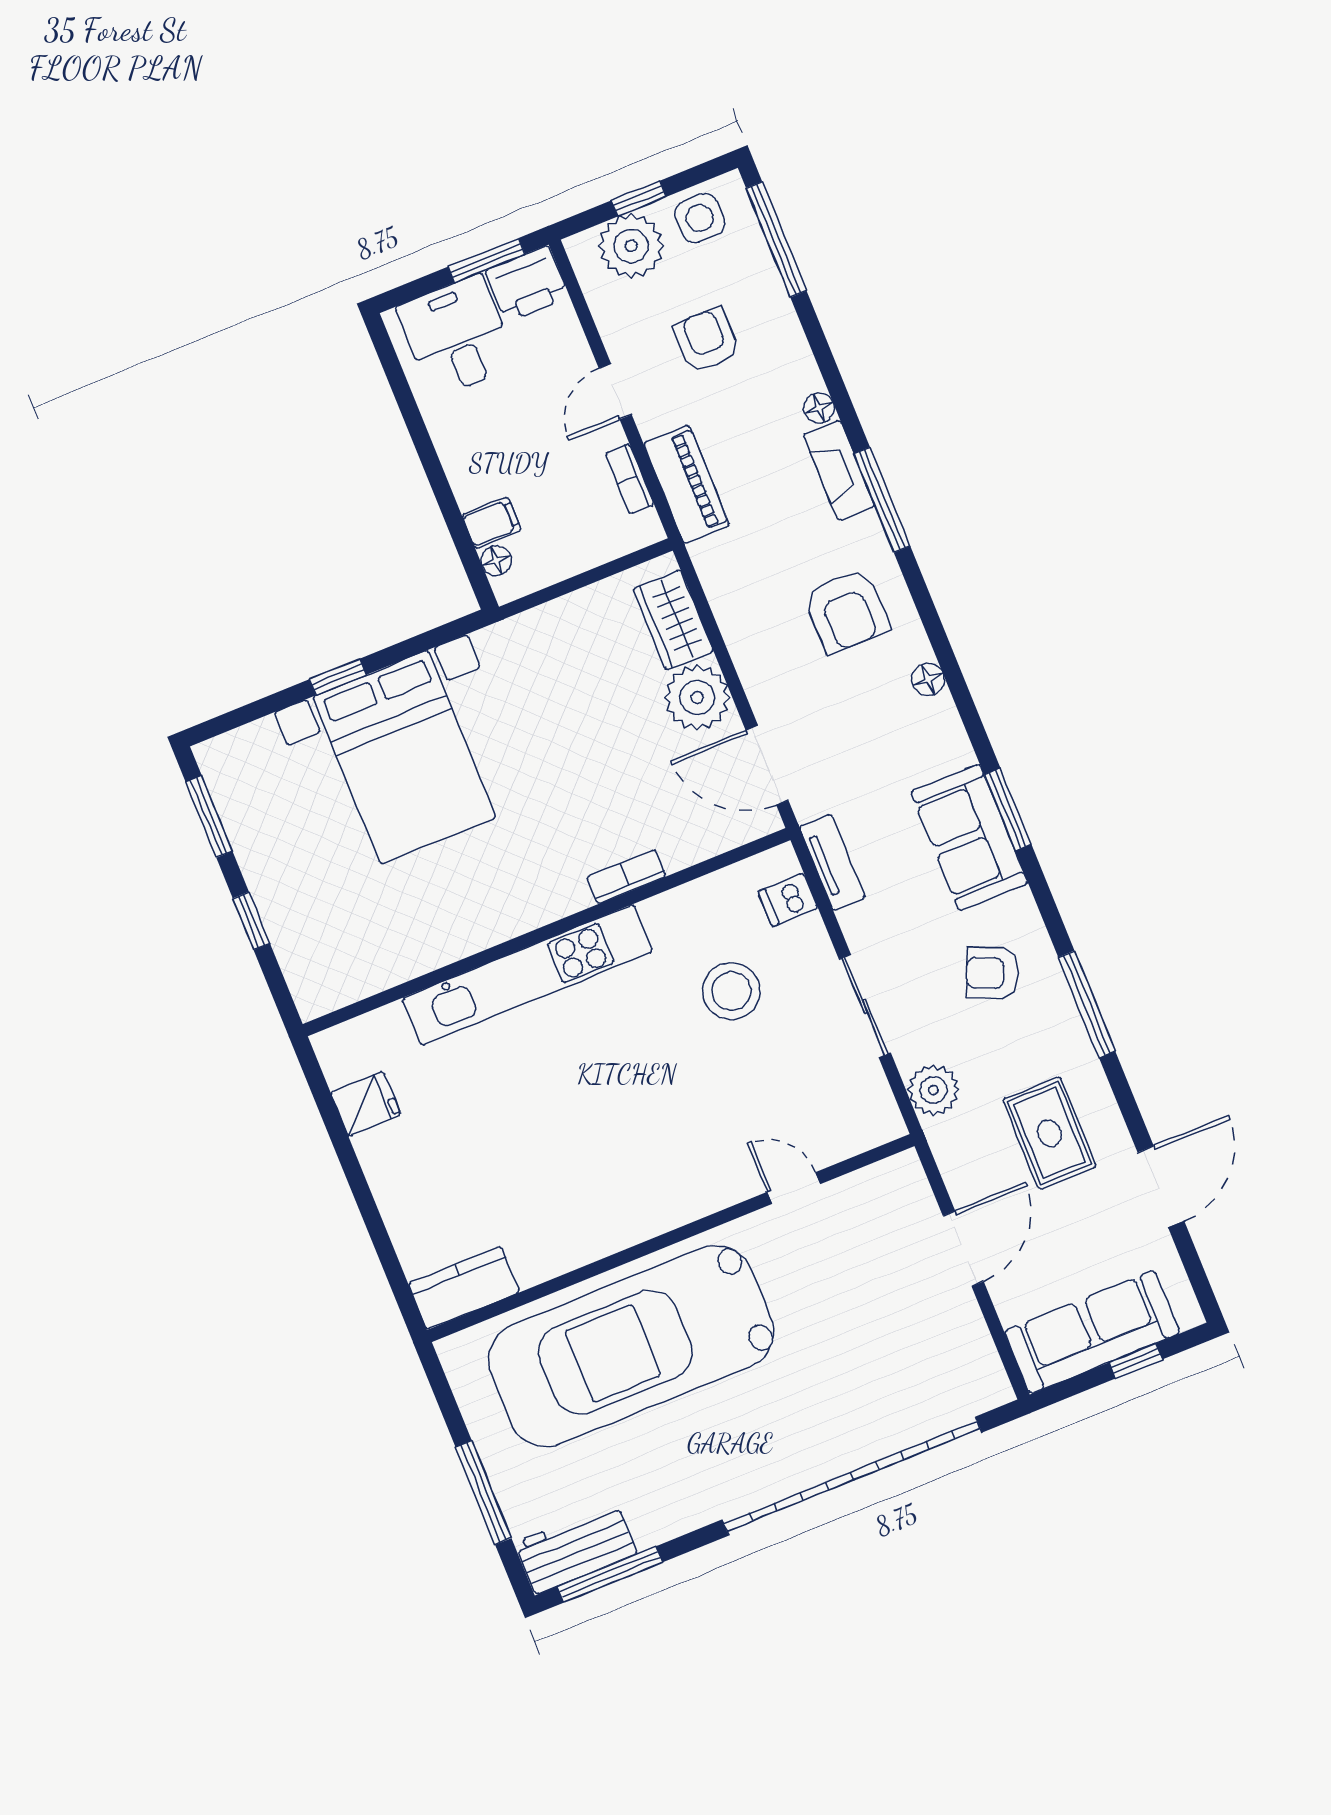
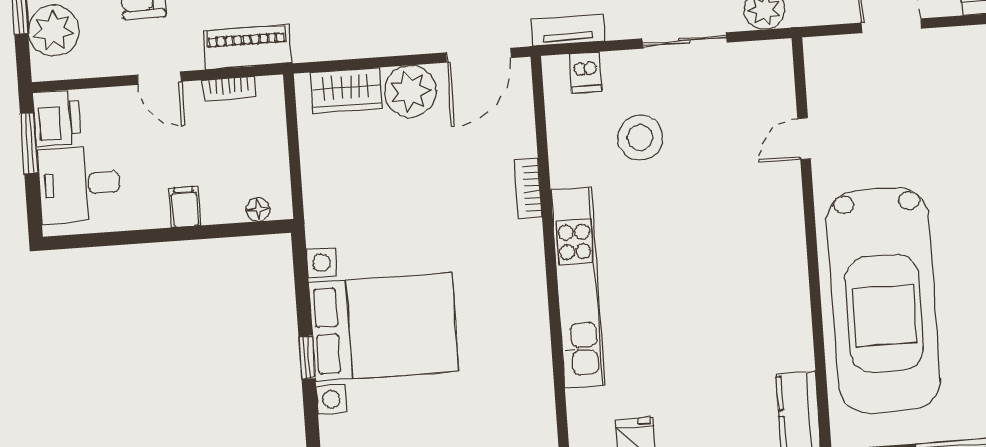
filing cabinet: (491, 523) -> (185, 207), moved

